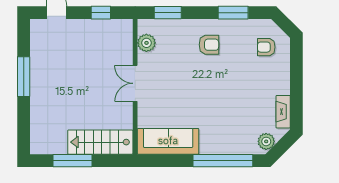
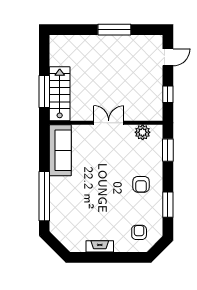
fireplace: (283, 112) -> (100, 246), moved
plant: (266, 141) -> (60, 232), removed
window: (72, 161) -> (44, 91), moved

